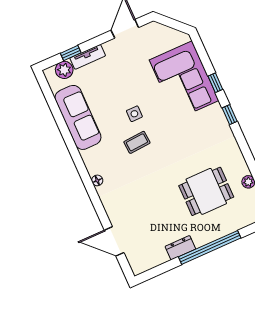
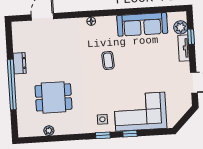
side table: (134, 114) -> (102, 119), moved
dining table: (206, 191) -> (53, 97), turned 90

